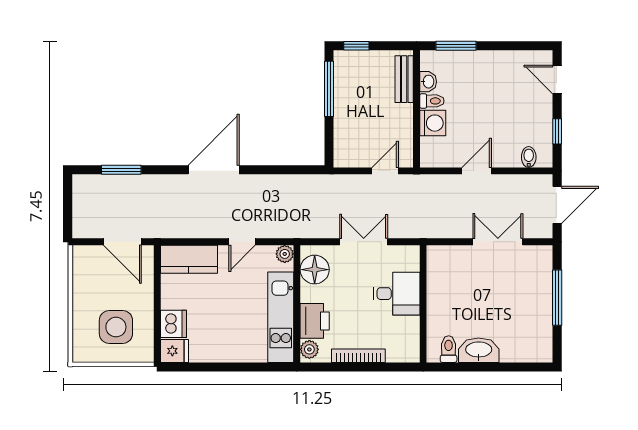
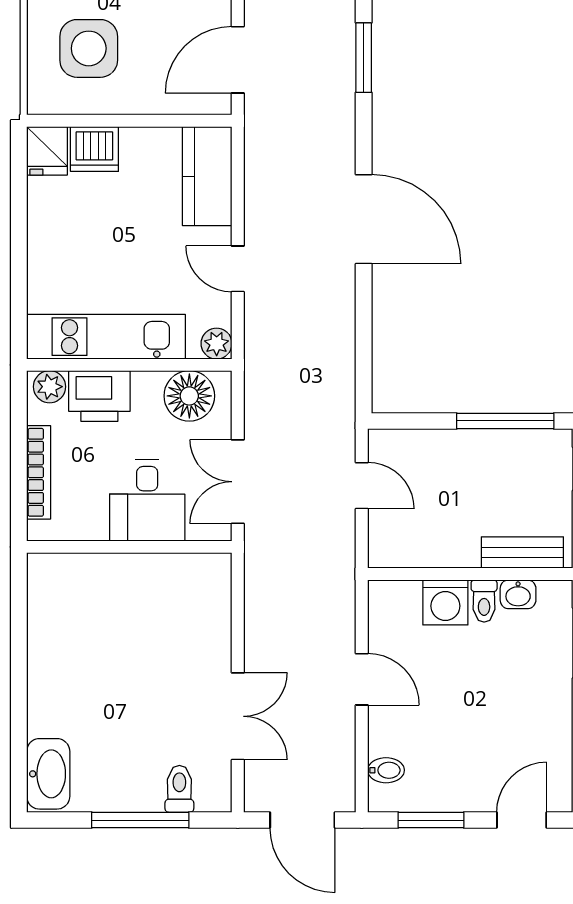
window: (557, 131) -> (431, 820), width x1.50
door: (385, 171) -> (362, 486), moved
double door: (364, 242) -> (238, 482), swing flipped
desk: (397, 294) -> (147, 501), moved
wall: (423, 304) -> (129, 547), moved
toilet: (449, 349) -> (179, 789), moved, turned -90
washbasin: (479, 350) -> (48, 774), moved

